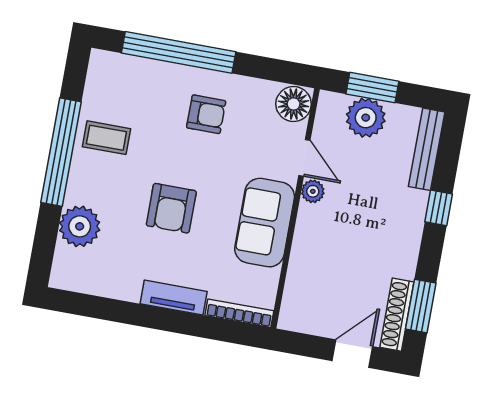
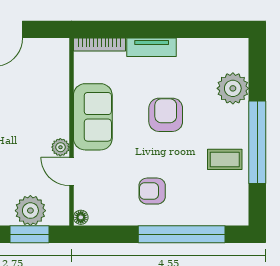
floor lamp: (294, 104) -> (81, 217), width x0.53, depth x0.53

